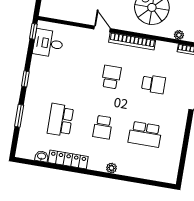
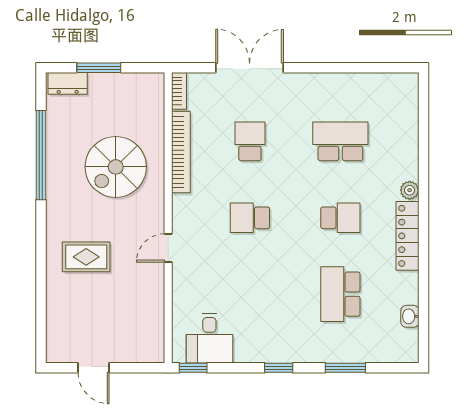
plant: (179, 35) -> (156, 111), removed
bookcase: (132, 41) -> (181, 152), moved
school desk: (60, 120) -> (340, 294), turned 90
school desk: (145, 134) -> (340, 141), turned -90
locker: (68, 159) -> (408, 236), moved

